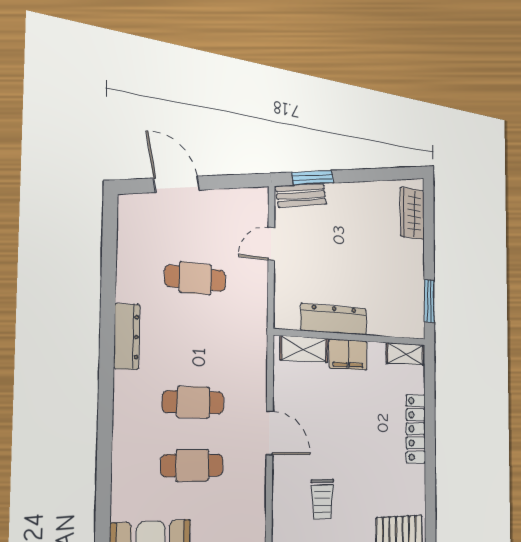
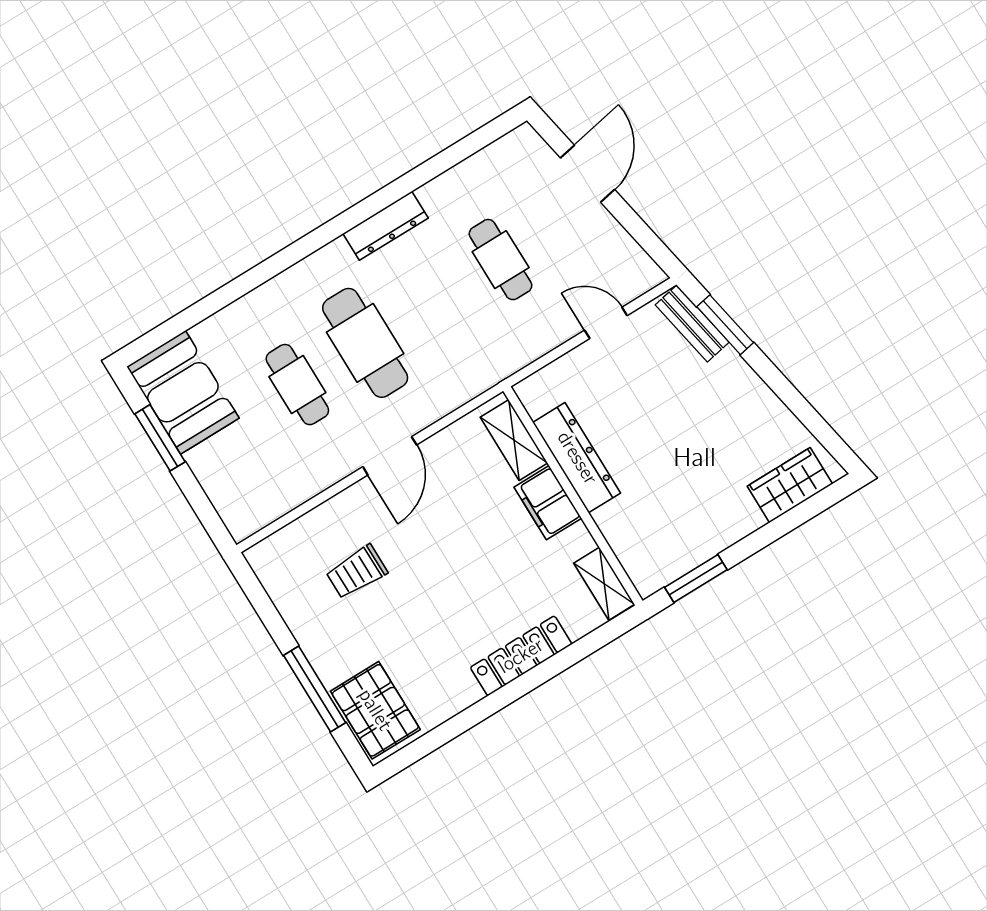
cafe table: (193, 402) -> (365, 343), width x1.37, depth x1.35

